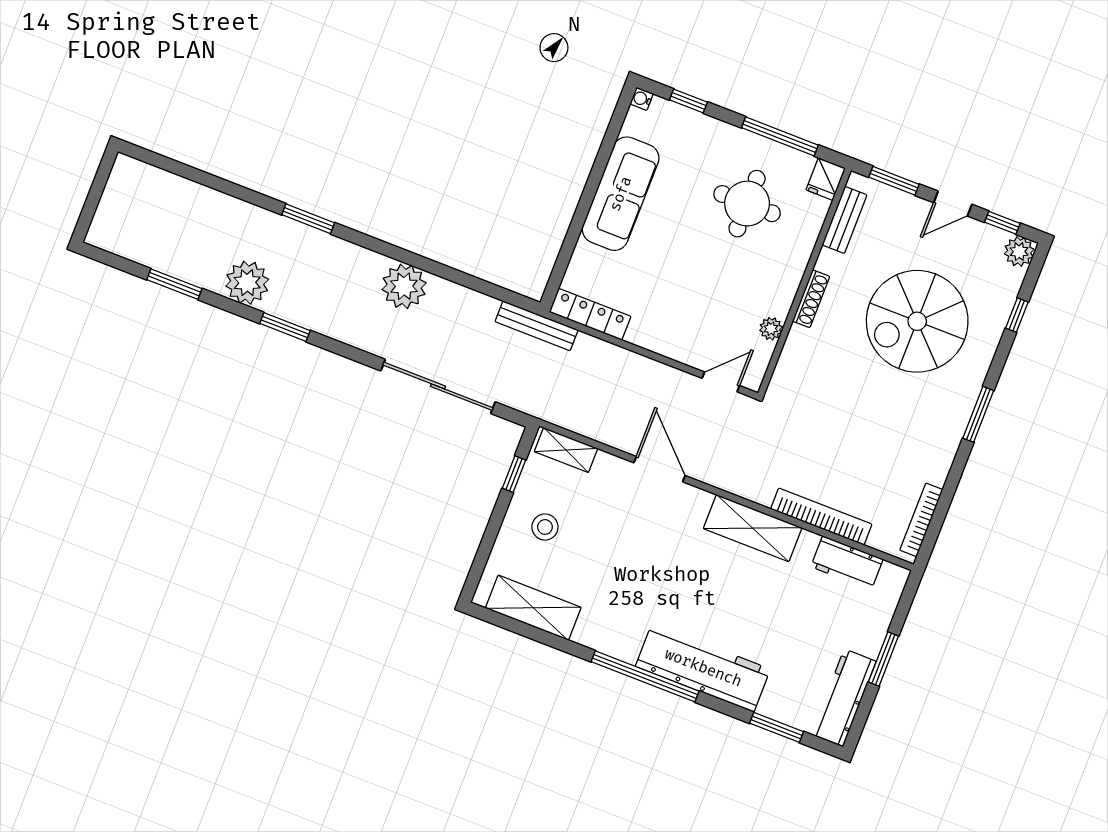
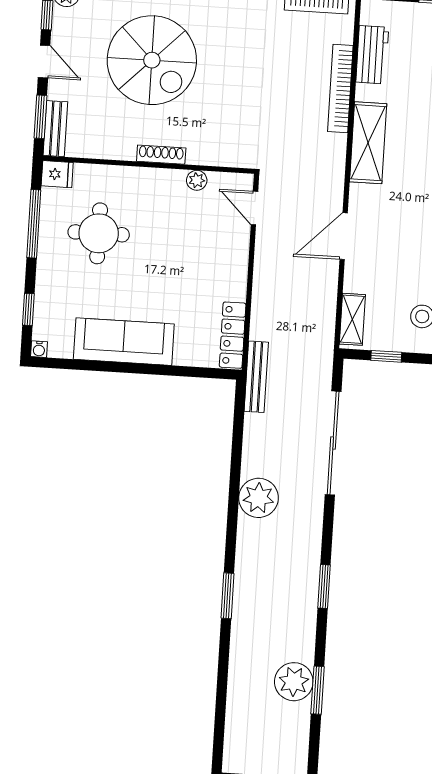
bench: (845, 220) -> (55, 129), moved, turned 90
plant: (247, 283) -> (294, 682), moved

